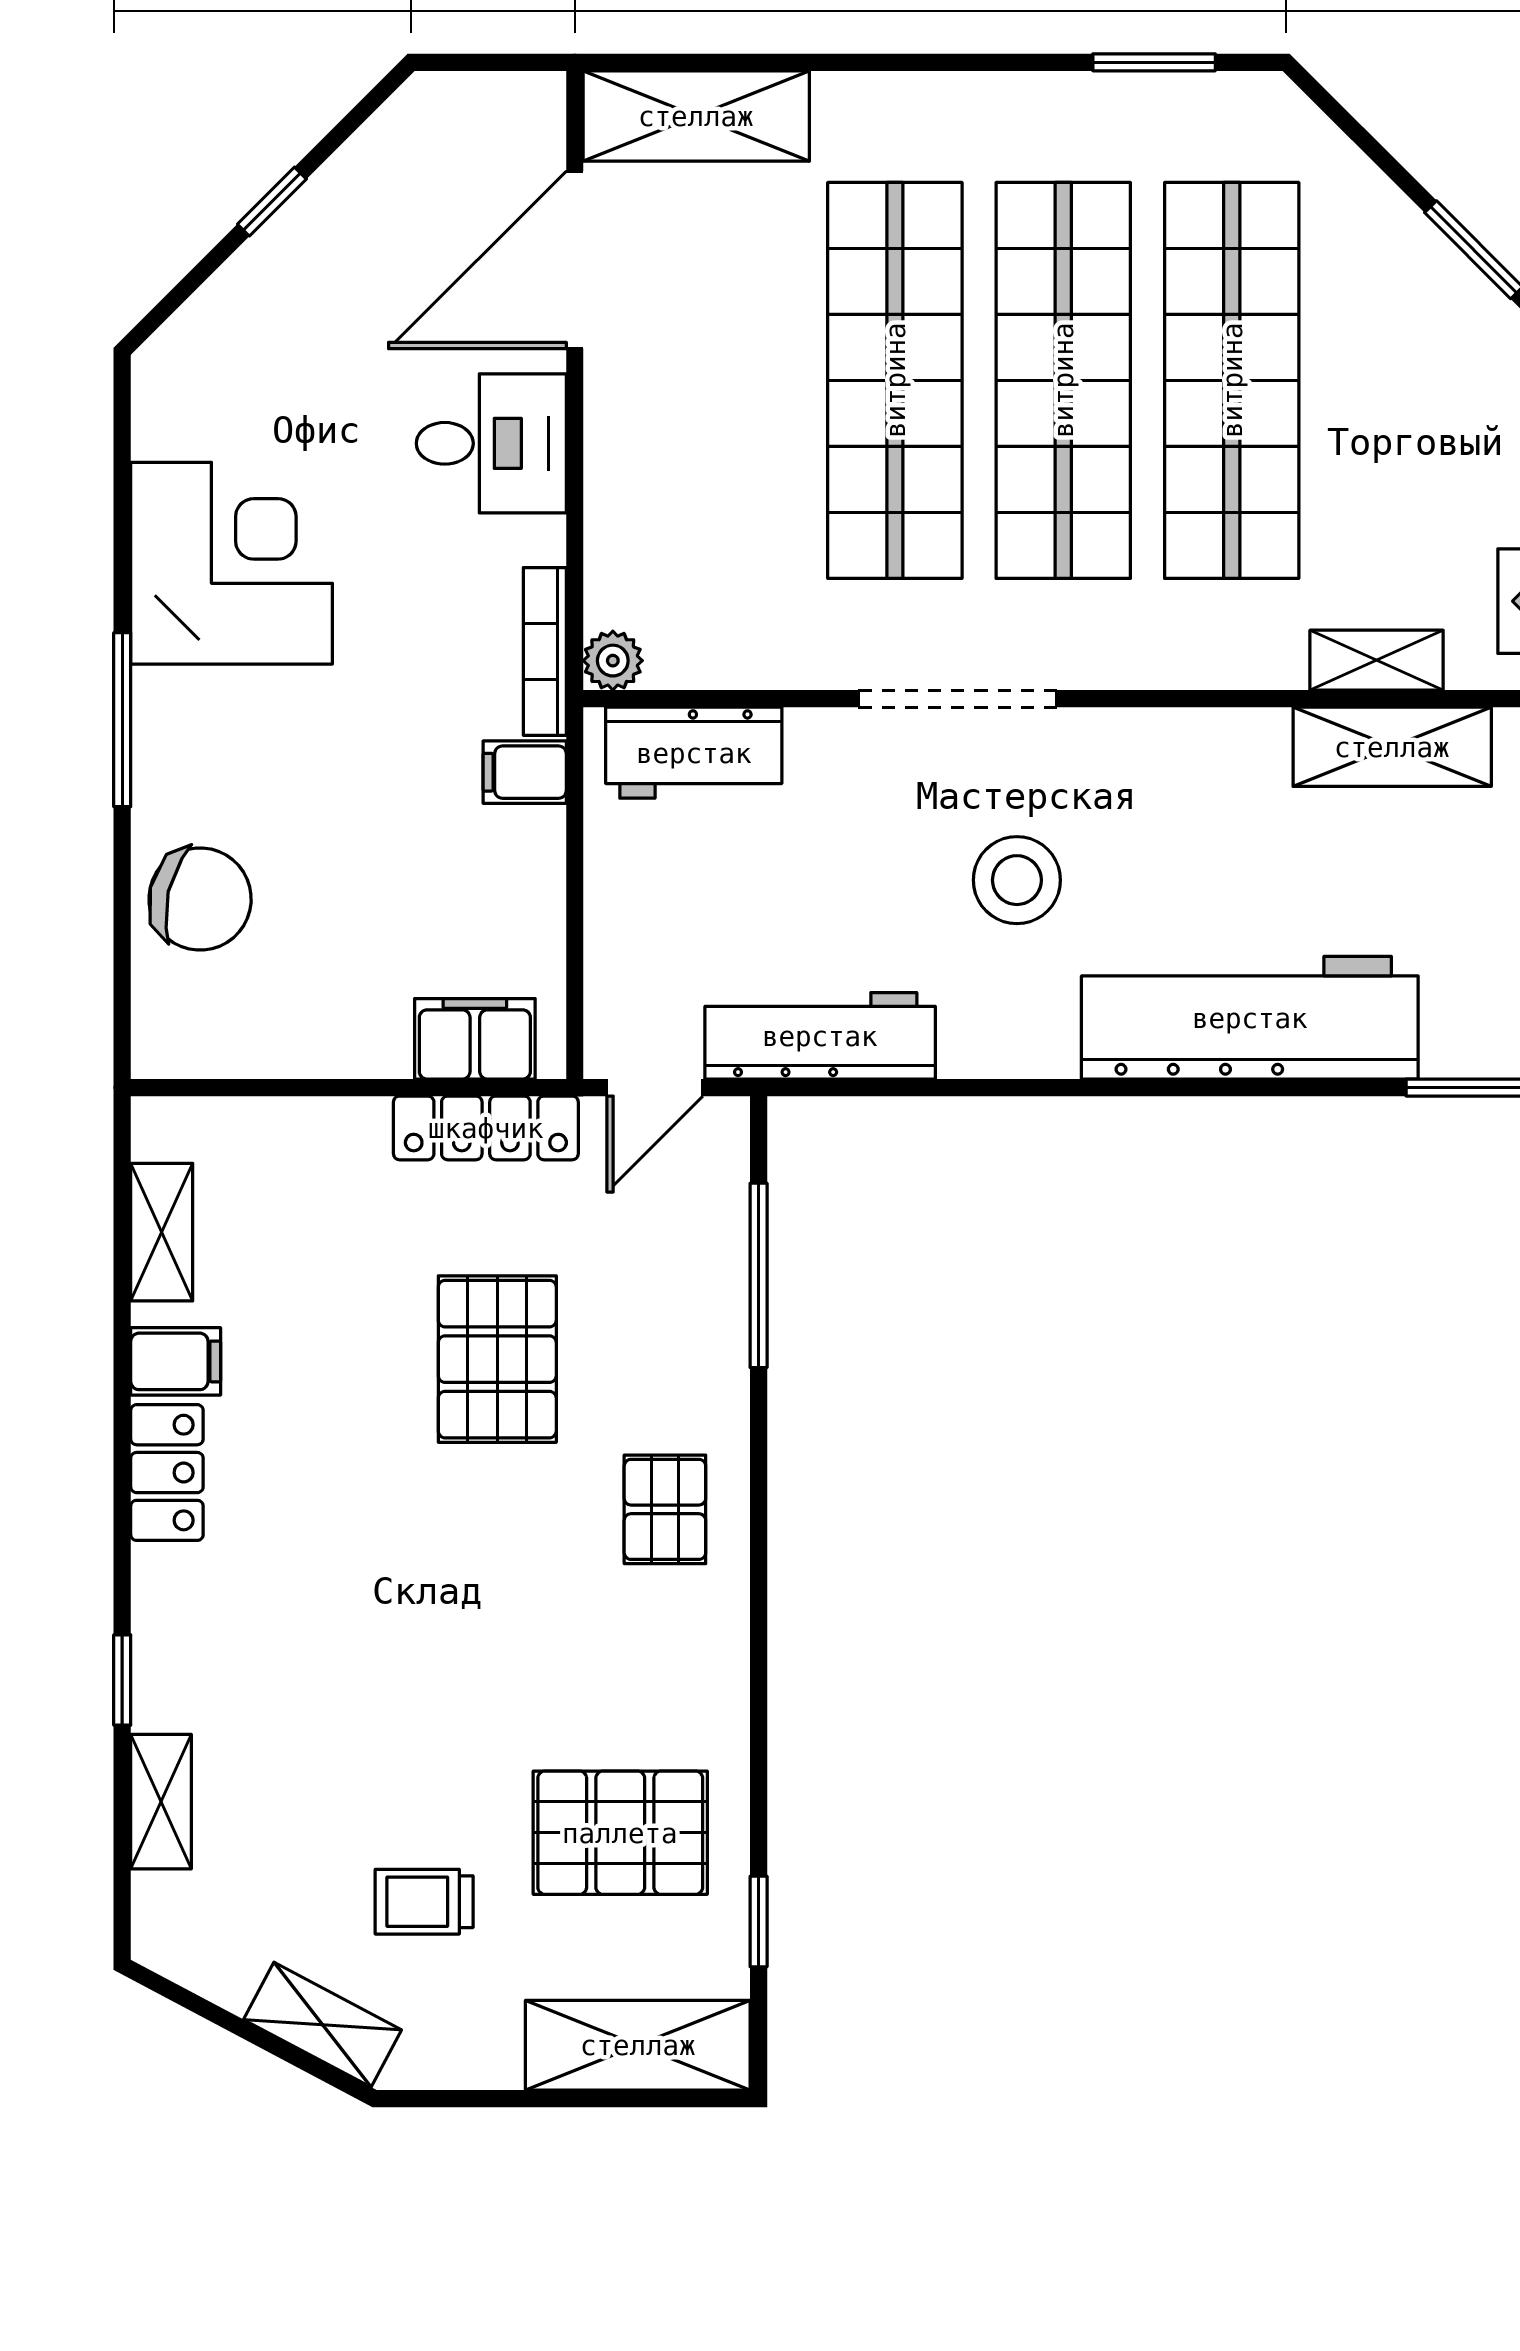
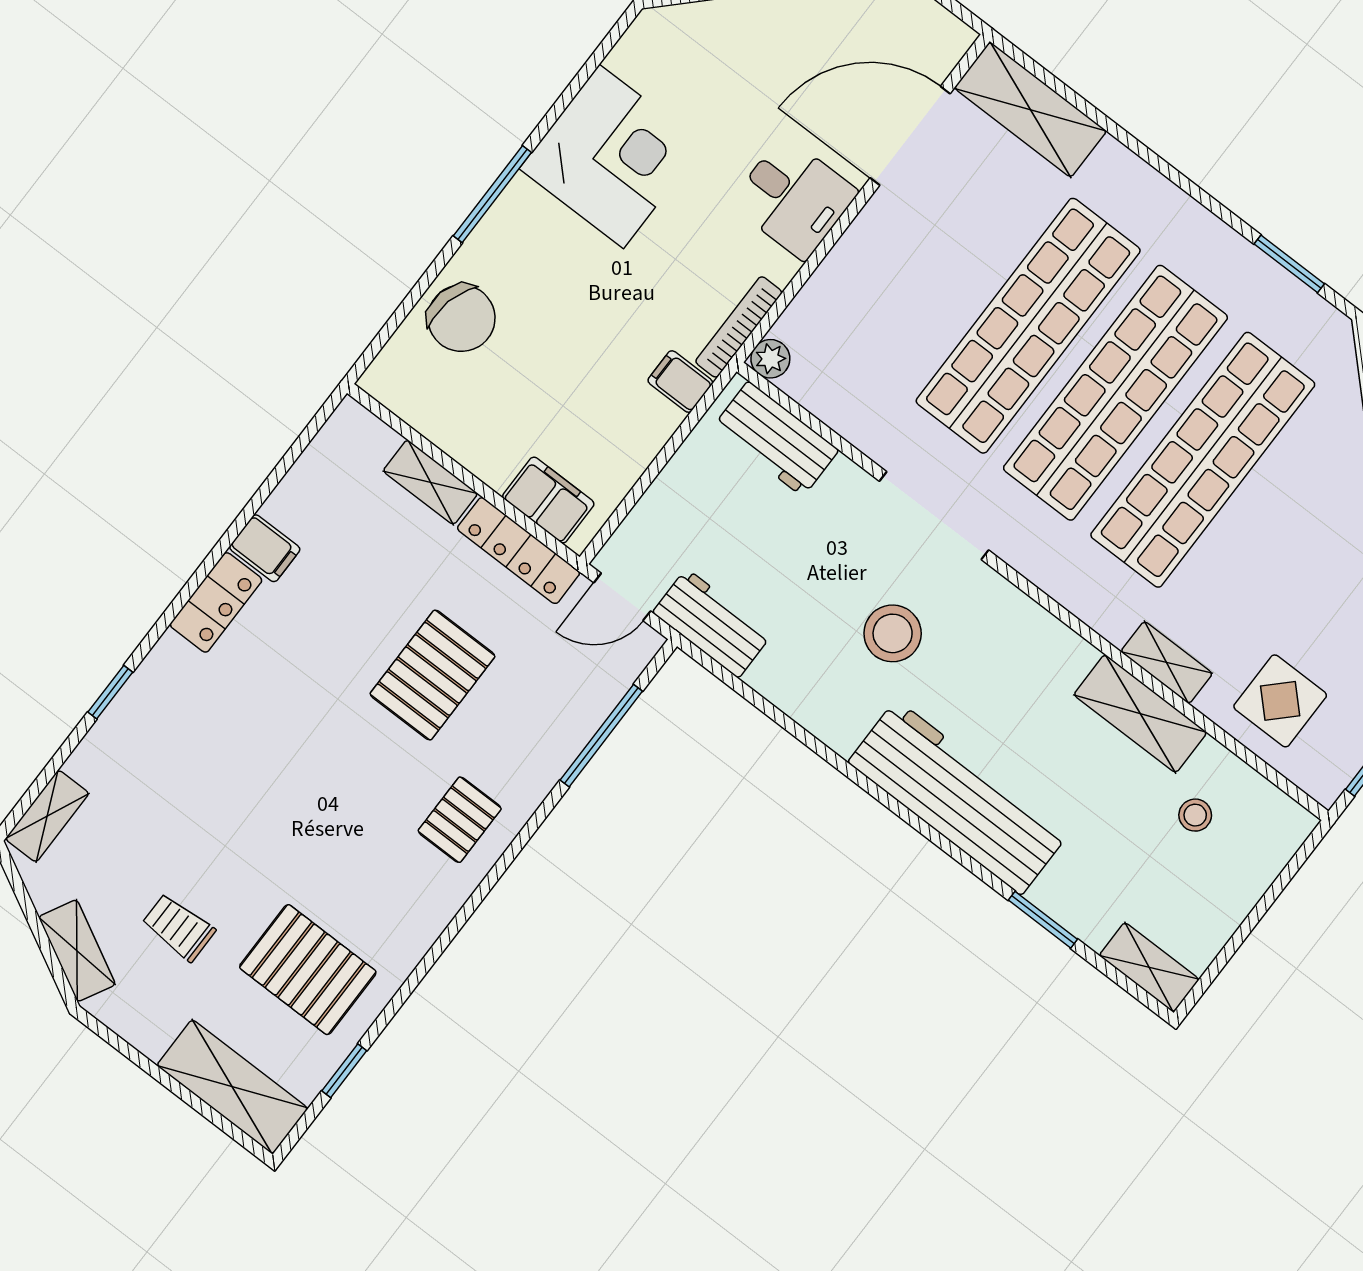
workbench: (820, 1036) -> (712, 623), width x0.73
shelving: (162, 1232) -> (430, 482), moved, turned 90
shelving: (161, 1802) -> (47, 816), moved

